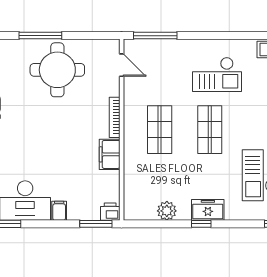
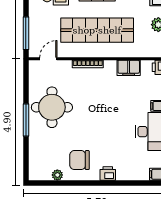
shop shelf: (160, 130) -> (97, 30), width x2.00, depth x1.36
filing cabinet: (110, 154) -> (129, 68), moved

